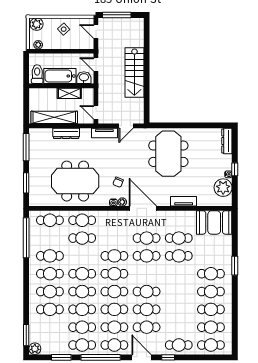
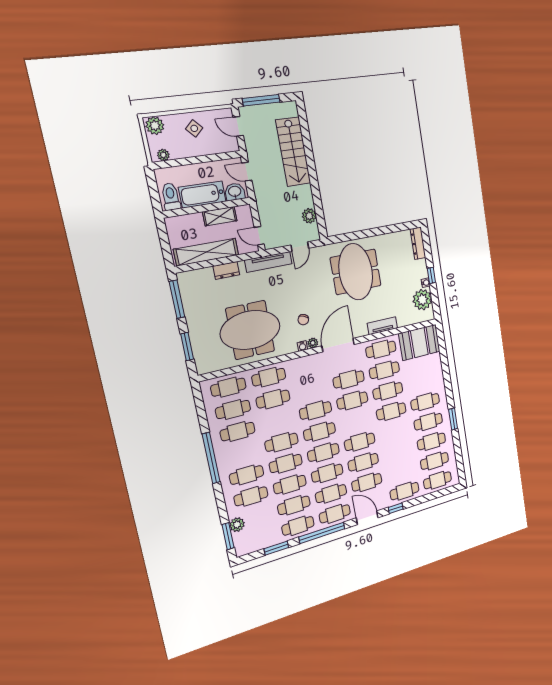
stairs: (134, 72) -> (293, 152), moved
plant: (138, 104) -> (309, 216), added
dresser: (66, 133) -> (226, 270), width x0.70
tv unit: (104, 133) -> (268, 262), width x1.41
door: (143, 208) -> (338, 345), hinge flipped
cafe table: (179, 220) -> (381, 349), added
window: (26, 238) -> (211, 458), moved
window: (235, 266) -> (453, 419), moved
cafe table: (50, 274) -> (233, 409), moved
cafe table: (179, 274) -> (391, 411), added
plant: (35, 349) -> (237, 525), moved

